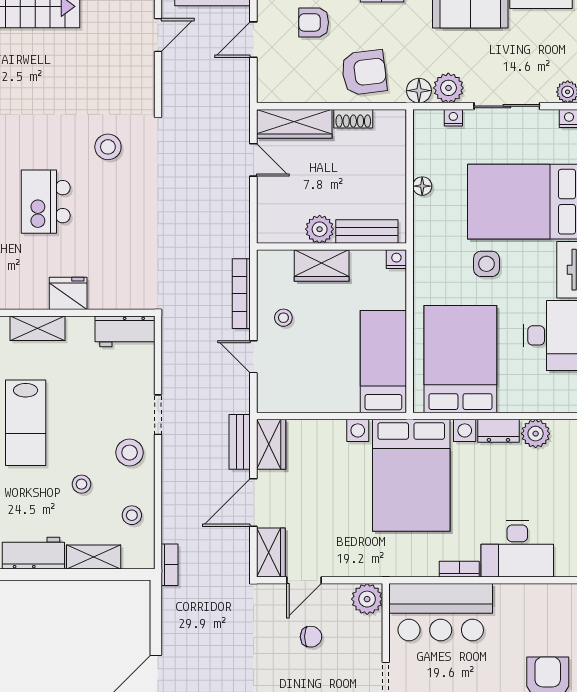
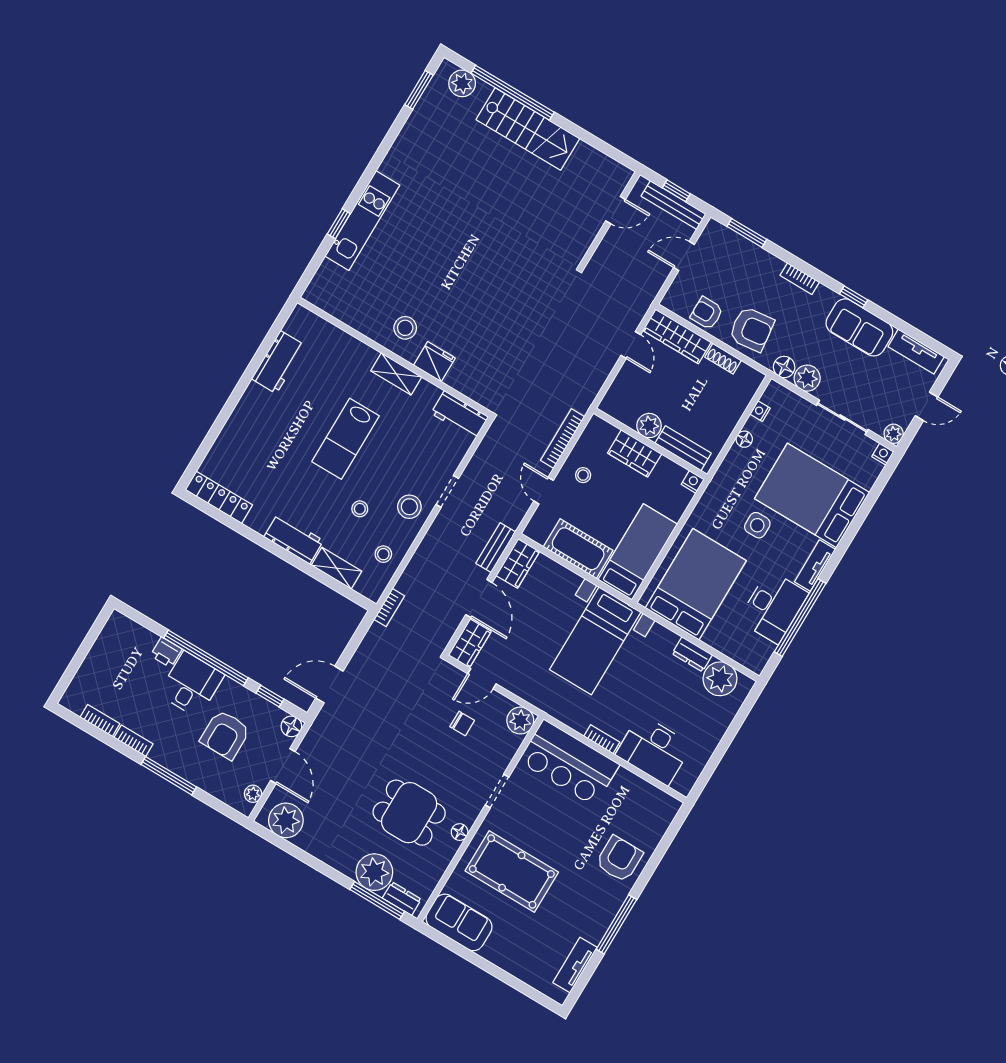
armchair: (314, 22) -> (707, 313), moved
nightstand: (453, 118) -> (760, 411), moved, turned -90
stool: (108, 147) -> (405, 328), moved
kitchen island: (46, 202) -> (458, 284), removed
cot: (322, 394) -> (578, 549), added
plant: (536, 434) -> (720, 679), width x1.36, depth x1.36
bed with nightstands: (411, 475) -> (595, 641), width x0.73
door: (253, 502) -> (479, 599), swing flipped

